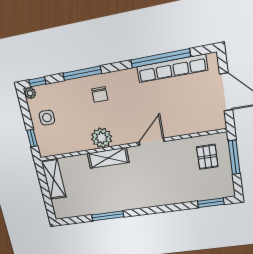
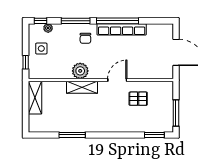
window: (160, 58) -> (118, 21), moved
row of seats: (172, 68) -> (122, 29), moved
plant: (30, 93) -> (48, 28), moved
pallet: (207, 157) -> (138, 99), moved, turned 90
window: (234, 157) -> (176, 113), moved

